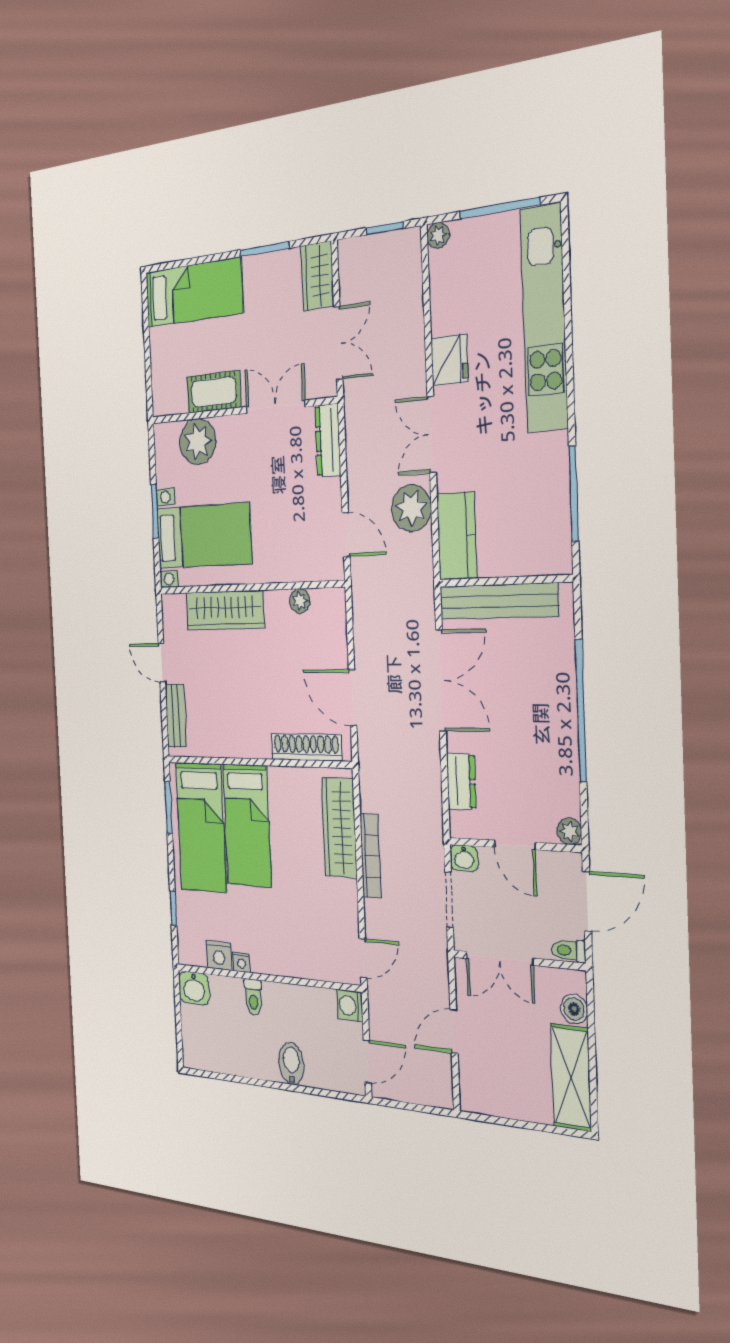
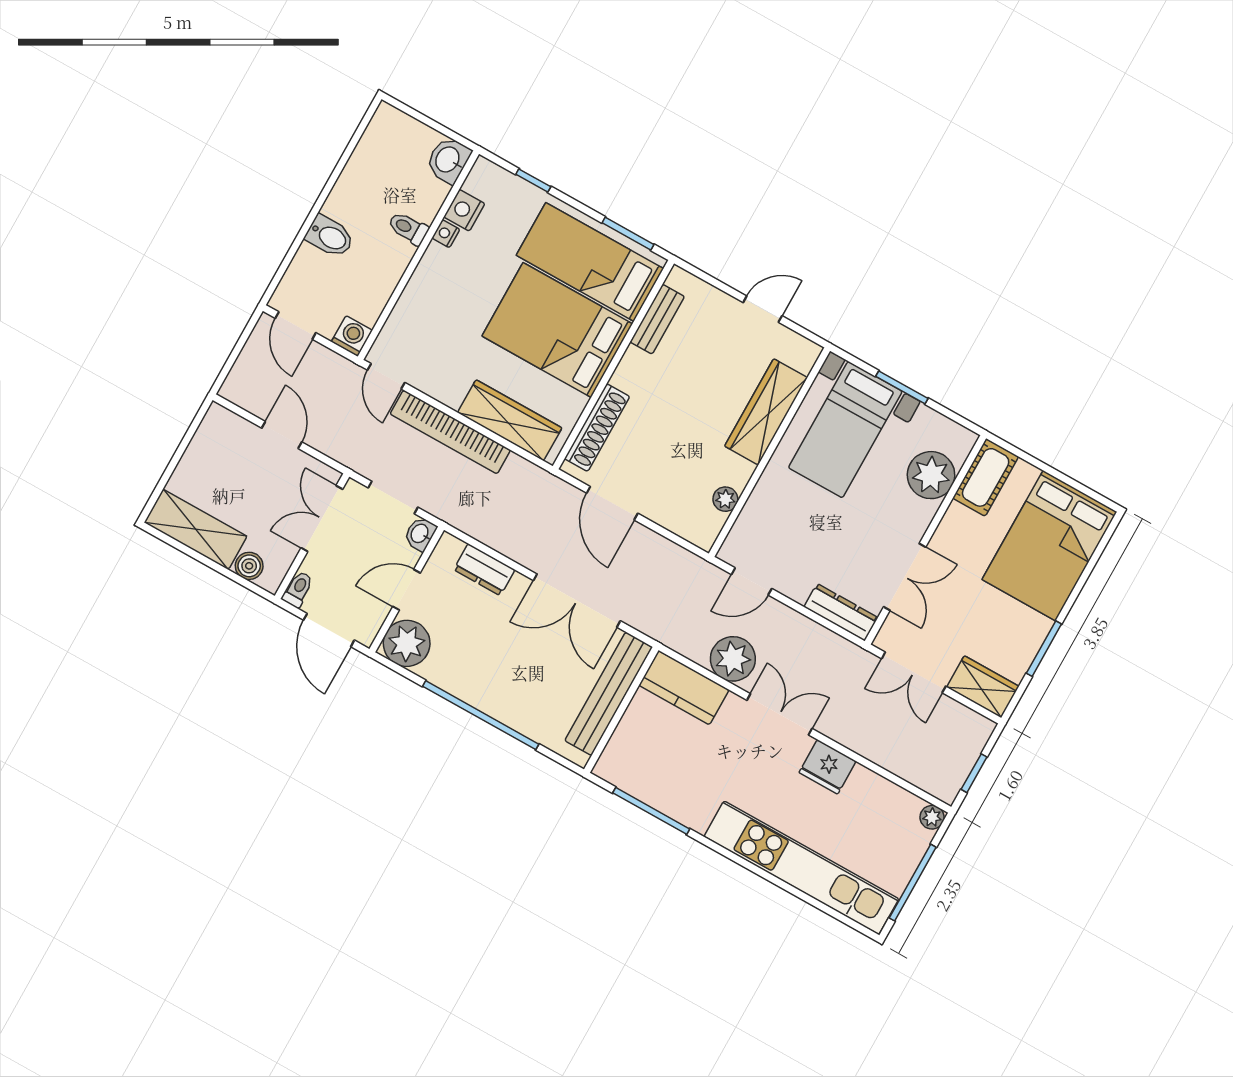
bed: (194, 293) -> (1049, 546), width x1.50
cot: (214, 392) -> (986, 477), moved
door: (353, 698) -> (612, 503), swing flipped
bench: (176, 716) -> (657, 319), moved, turned 90
bed: (247, 825) -> (557, 330), width x1.50
plant: (569, 831) -> (407, 643), width x1.88, depth x1.88
bookcase: (371, 856) -> (450, 432), width x1.48, depth x1.31

